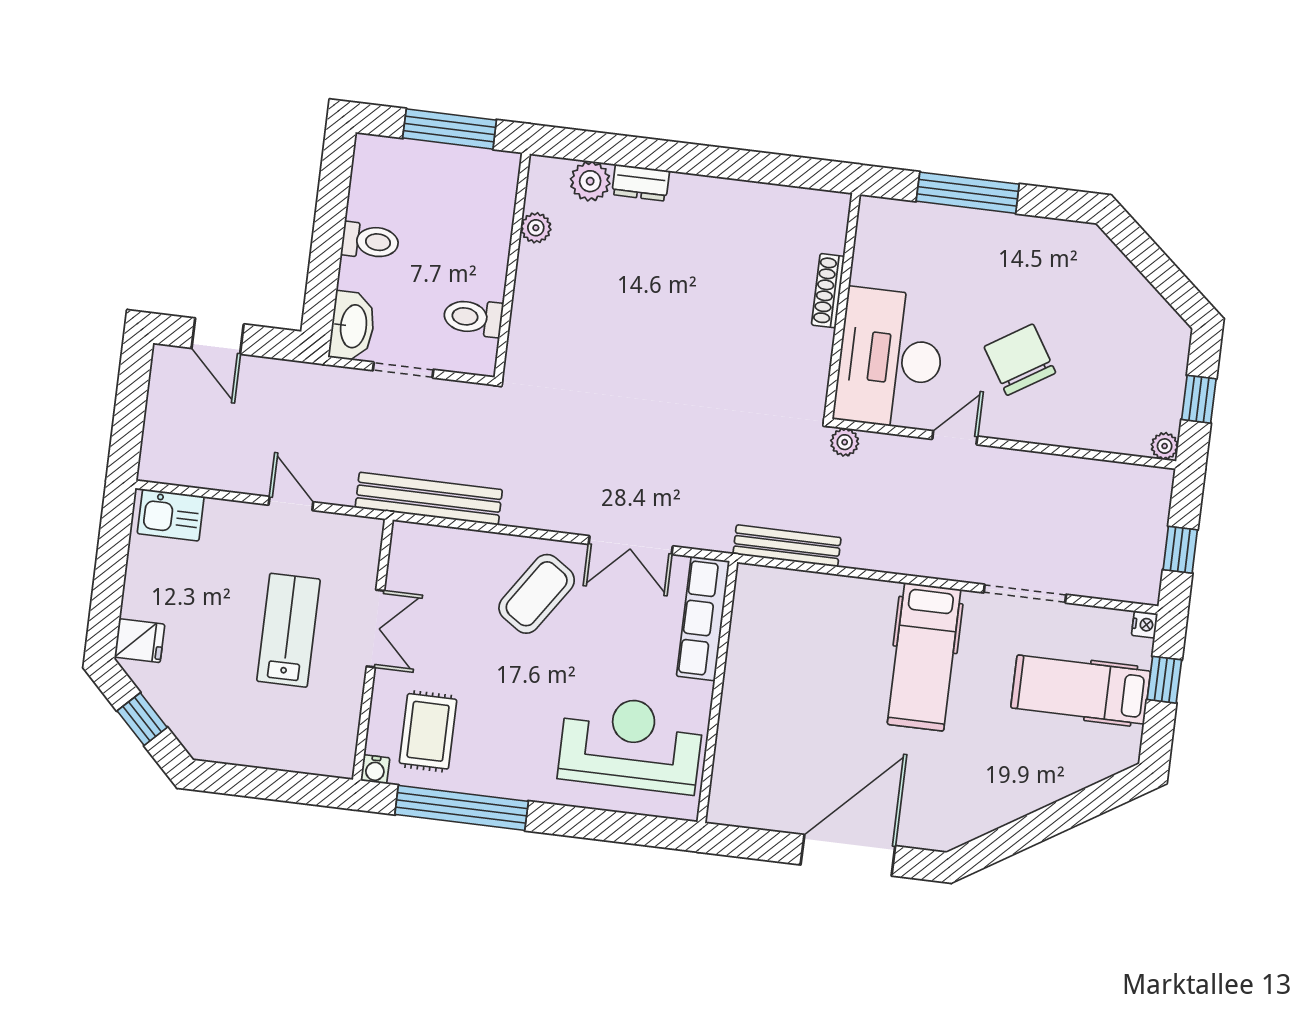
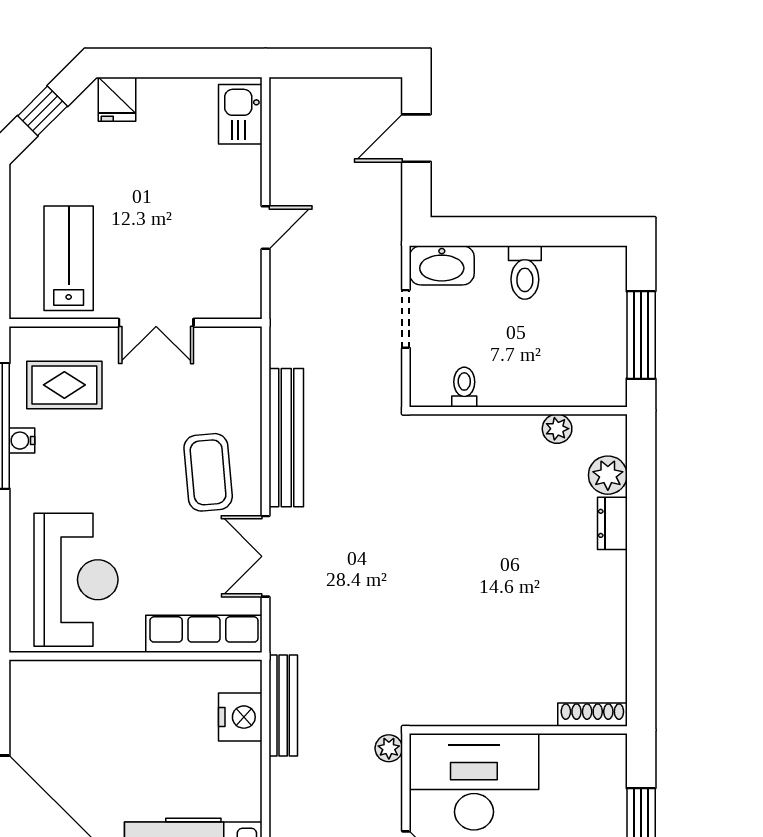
shoe rack: (828, 291) -> (592, 715), moved
toilet: (473, 317) -> (464, 387), width x0.73, depth x0.72
bench: (429, 499) -> (286, 438), moved
nightstand: (794, 592) -> (240, 717), added
coffee table: (537, 594) -> (208, 472), turned 51
lab bench: (288, 630) -> (69, 258), moved, turned -90
water cooler: (375, 769) -> (22, 441), moved

